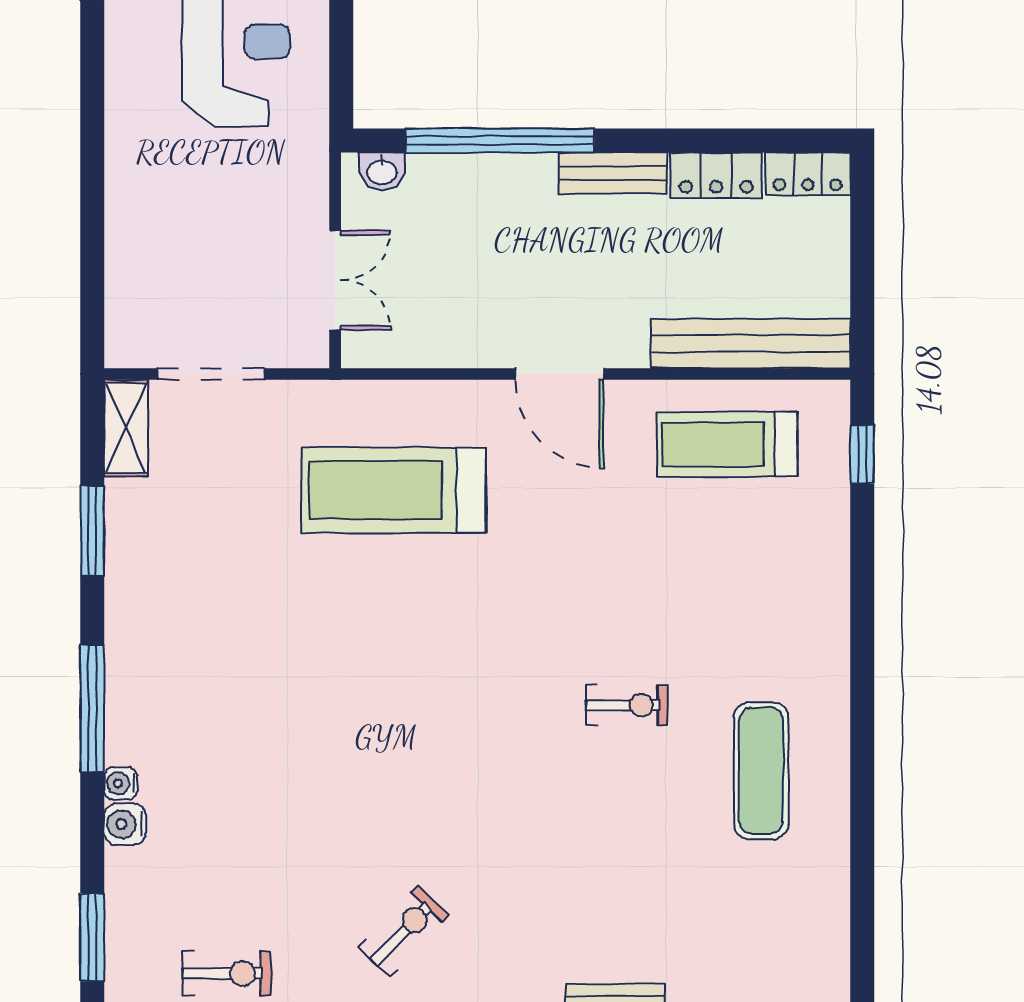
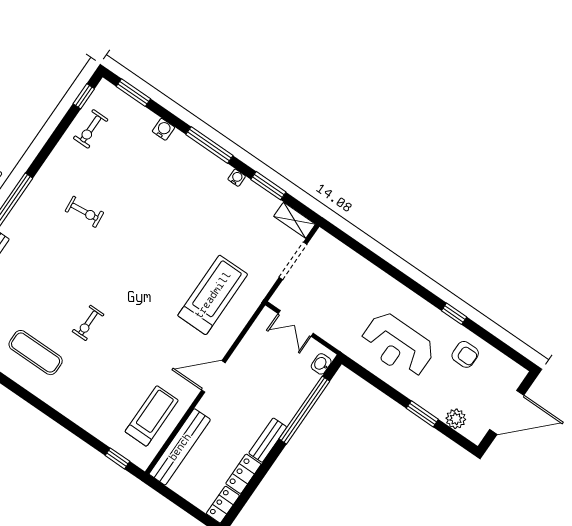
water cooler: (121, 783) -> (237, 178), moved
exercise bike: (404, 931) -> (84, 212), moved, turned -50

